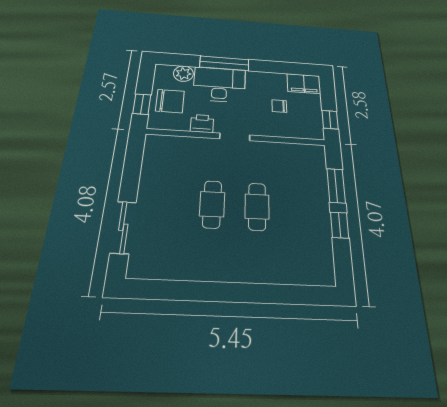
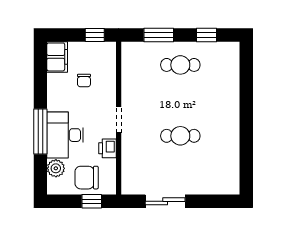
chair: (170, 101) -> (87, 178), turned -90
cafe table: (257, 207) -> (180, 65), moved
window: (340, 225) -> (206, 35), moved
sliding door: (123, 227) -> (165, 201), moved

